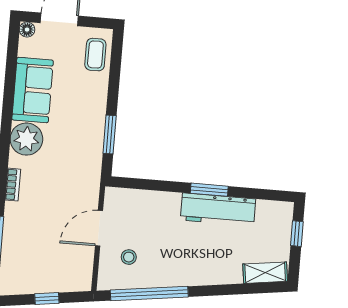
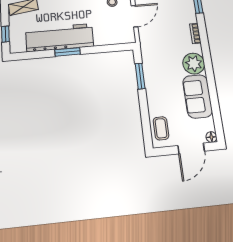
workbench: (218, 210) -> (60, 38), width x1.36, depth x1.32

